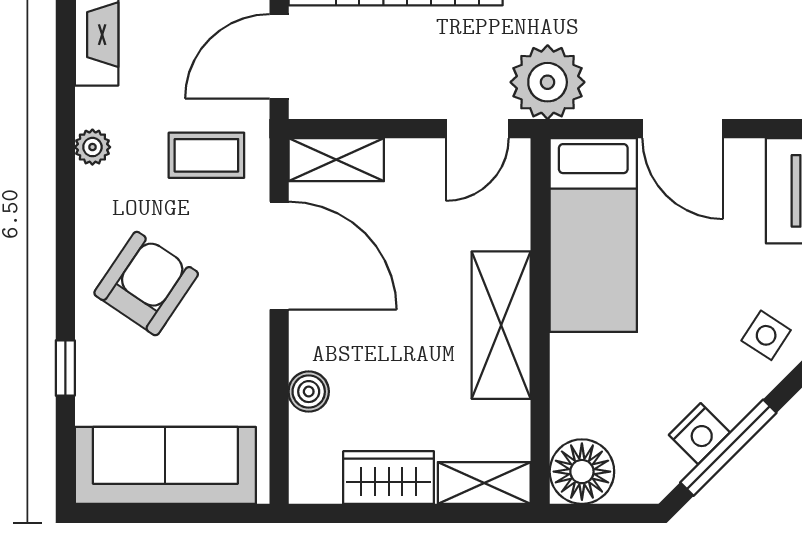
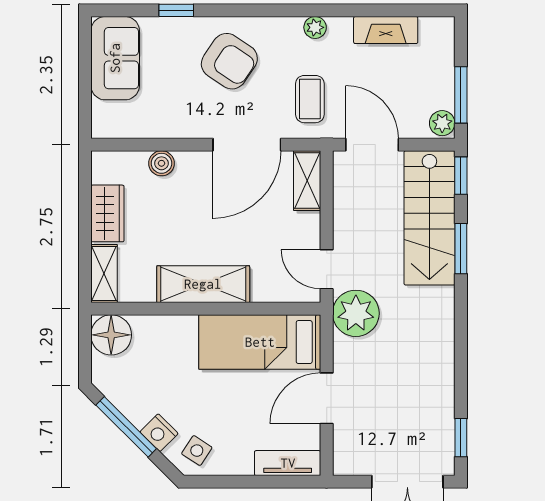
nightstand: (699, 434) -> (159, 433), moved
sofa: (165, 465) -> (115, 58), width x0.73

